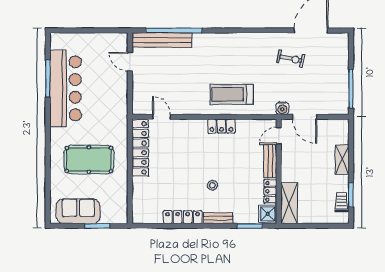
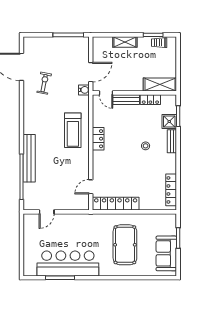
bench: (162, 40) -> (29, 158), moved
shower: (268, 214) -> (169, 122), moved
locker: (183, 217) -> (171, 190), moved

